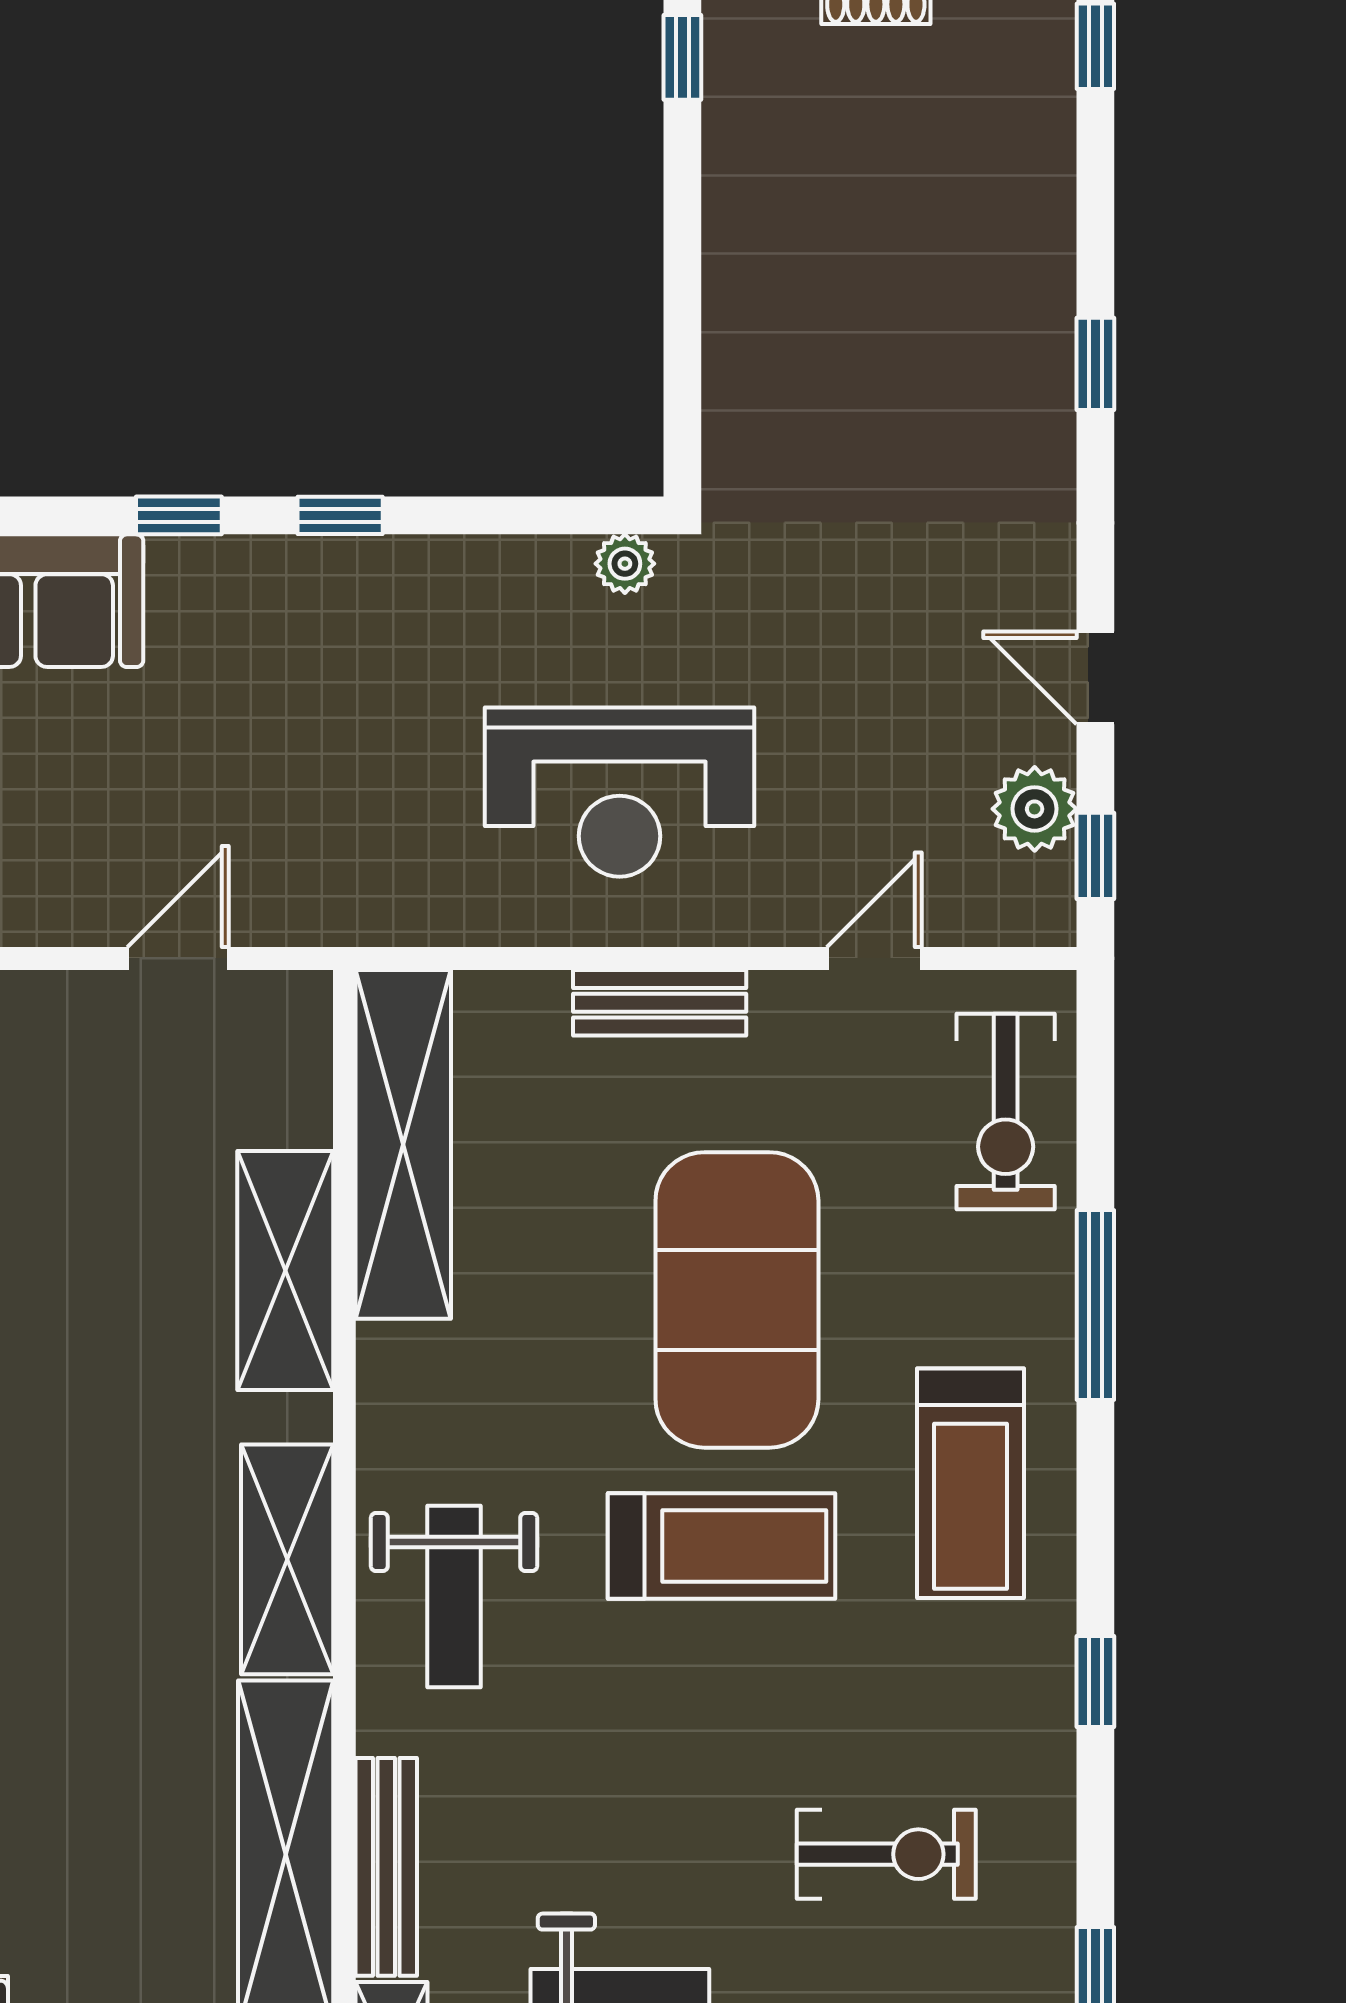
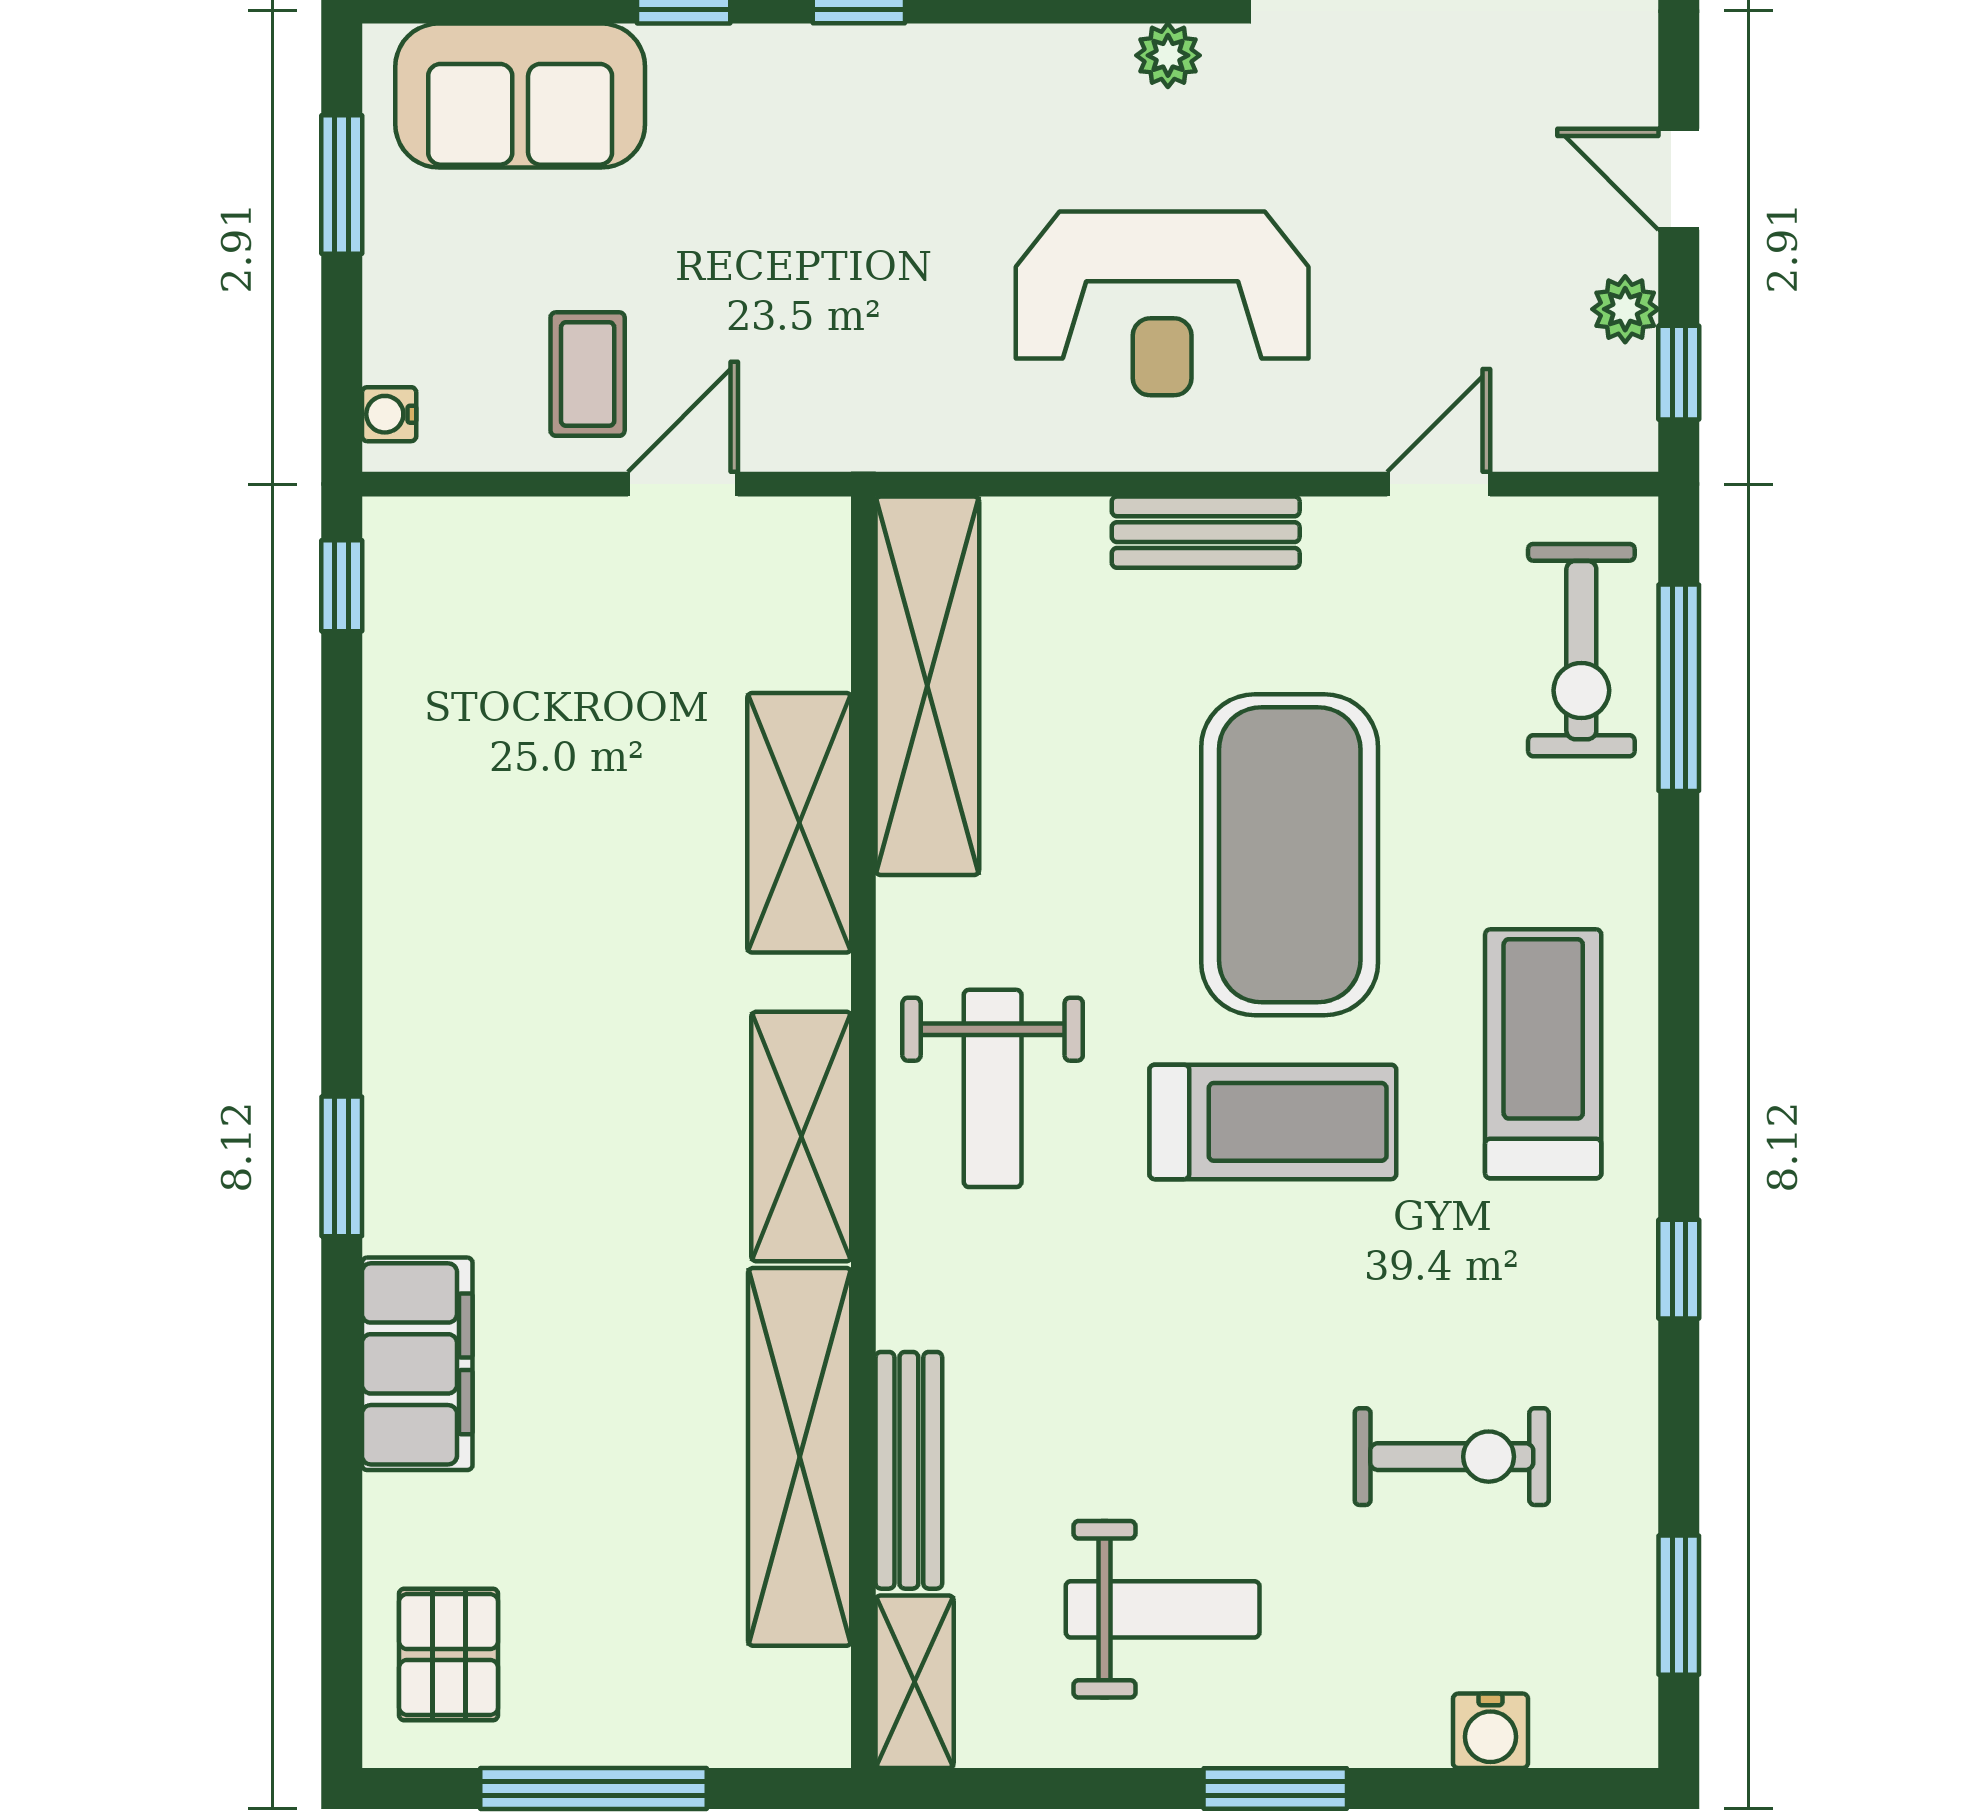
plant: (1035, 809) -> (1625, 309), width x0.73, depth x0.73
coffee table: (90, 857) -> (588, 374), added
window: (1095, 1305) -> (1679, 688), moved
treadmill: (970, 1483) -> (1543, 1054), turned 180
weight bench: (454, 1597) -> (993, 1088), moved

